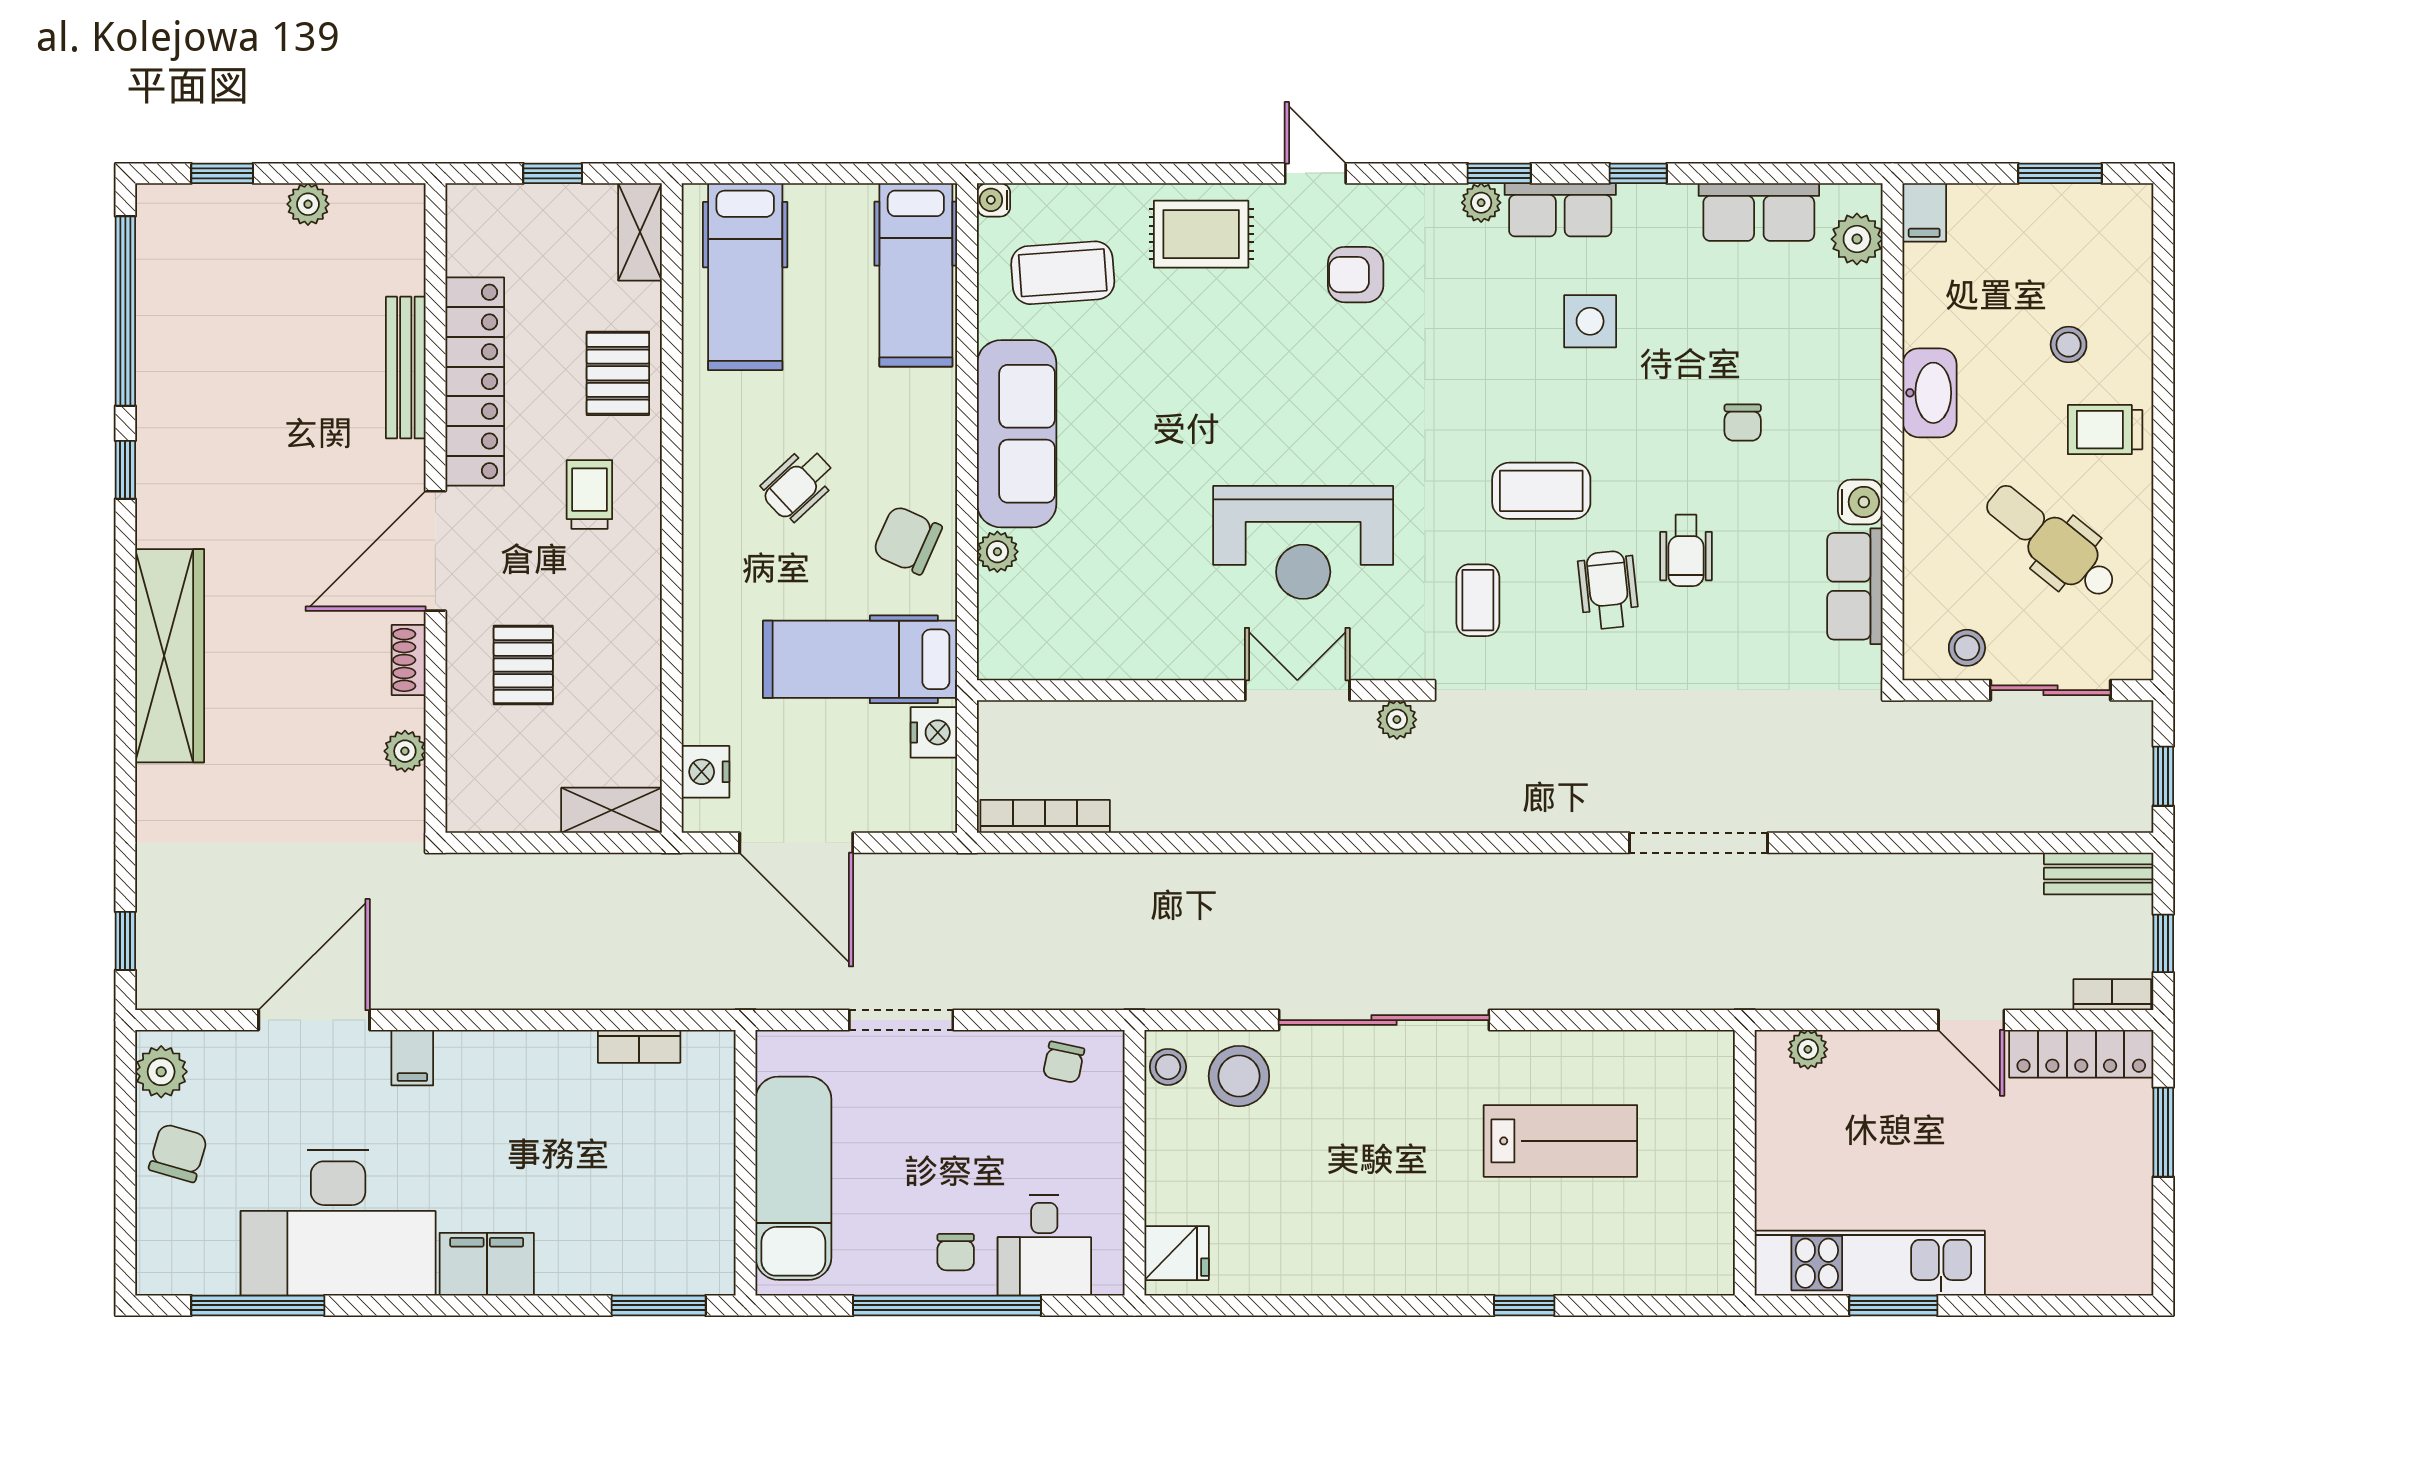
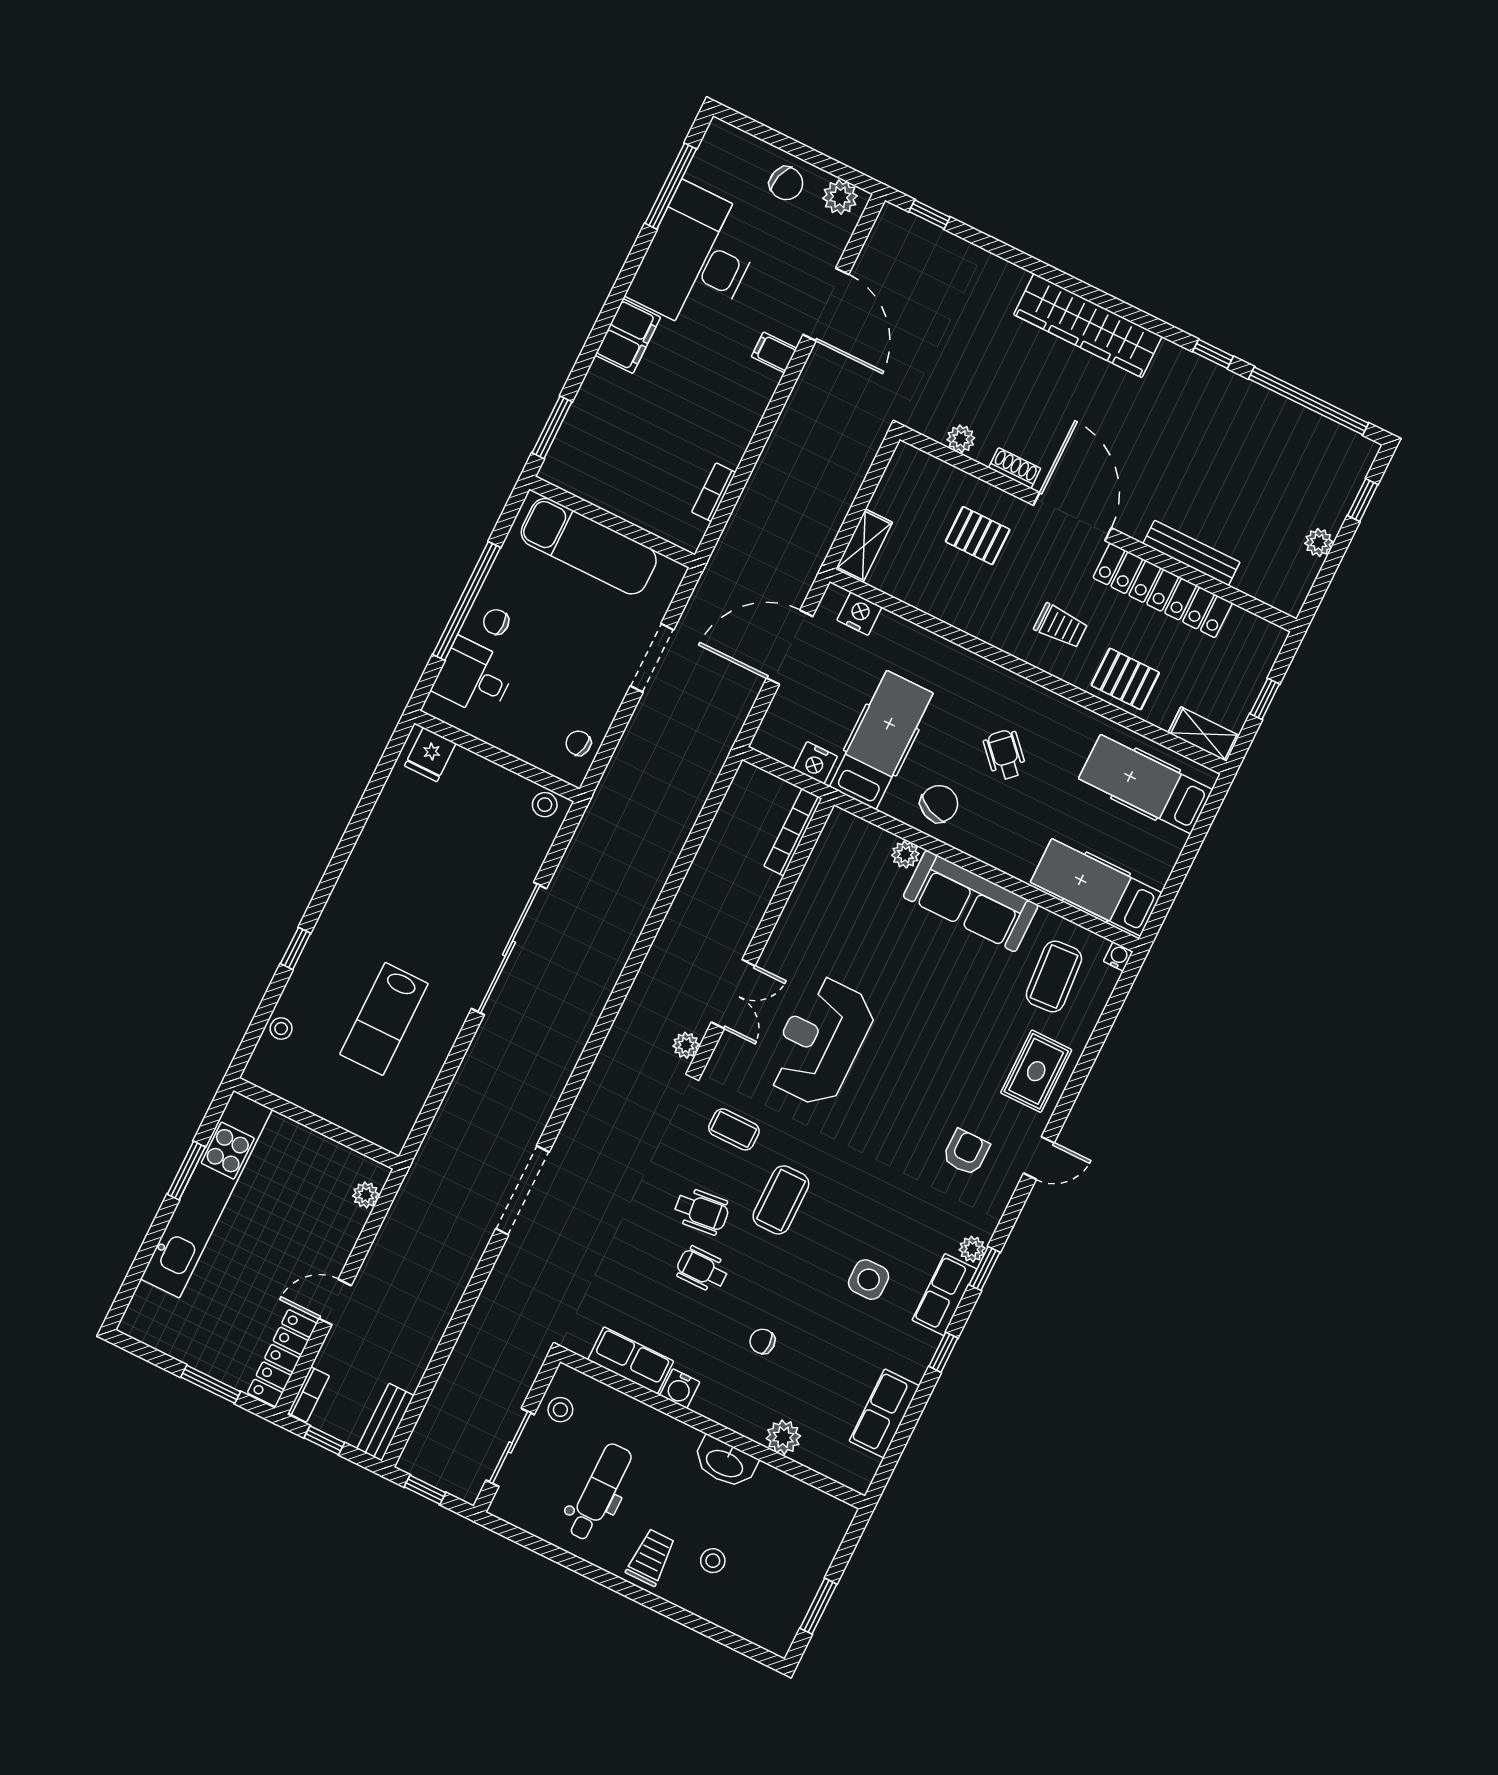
filing cabinet: (1924, 212) -> (835, 1513), removed
plant: (1857, 239) -> (783, 1437), moved
dental chair: (2051, 542) -> (599, 1492), turned -39
bookcase: (1045, 816) -> (793, 832), moved, turned 180
stool: (1239, 1076) -> (281, 1028), moved, width x0.53, depth x0.53
kitchen unit: (1870, 1263) -> (206, 1194), width x1.36

